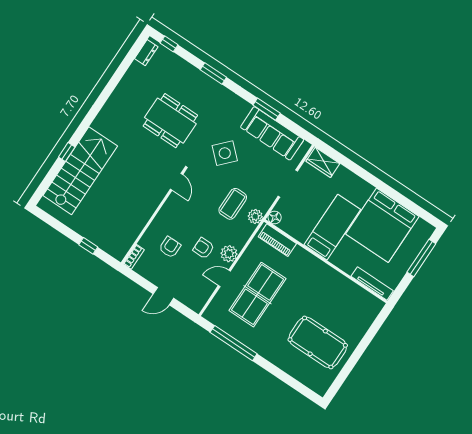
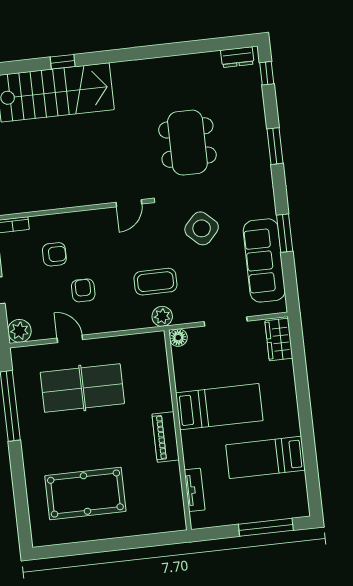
bed: (382, 225) -> (266, 457), width x0.49
piano: (277, 240) -> (166, 437), moved
plant: (229, 254) -> (19, 331), moved
tv unit: (372, 284) -> (195, 490), width x0.71
pool table: (318, 342) -> (85, 494), turned 90

